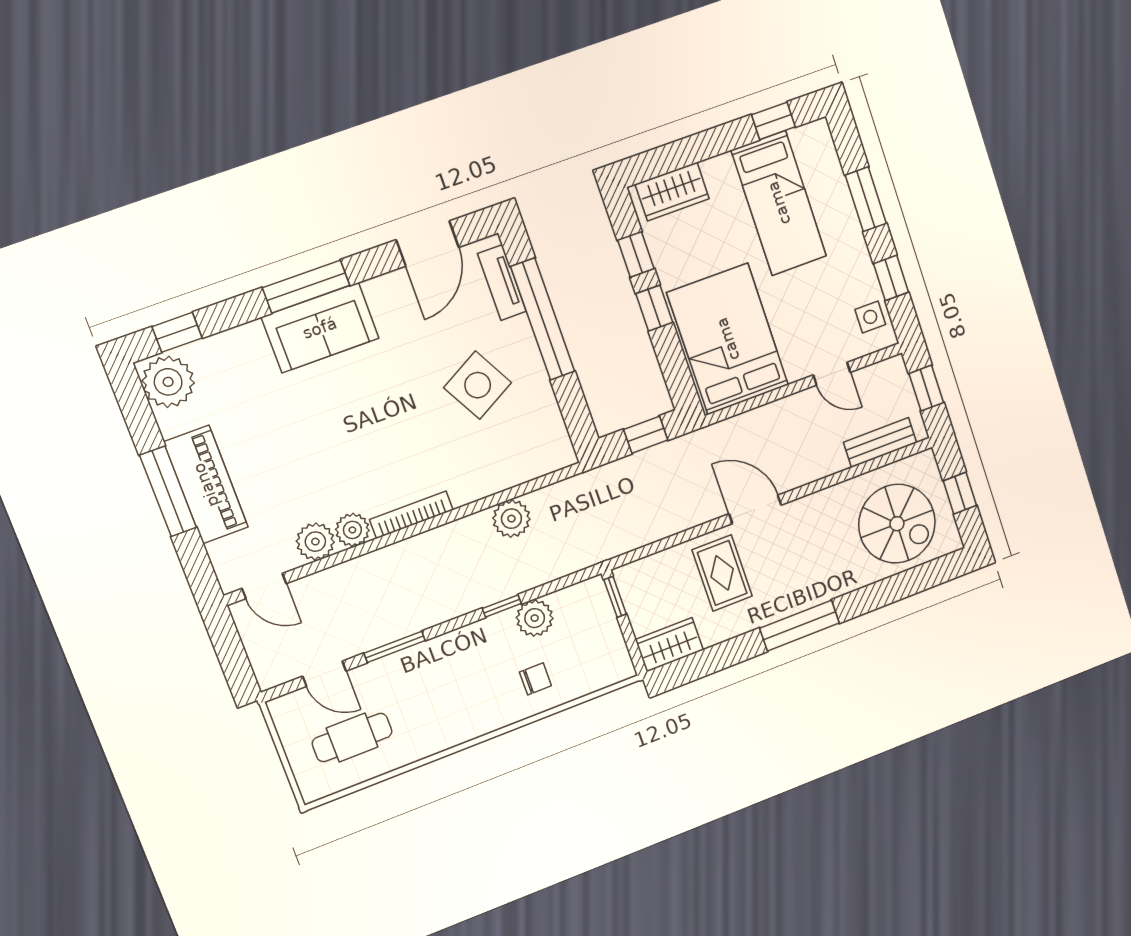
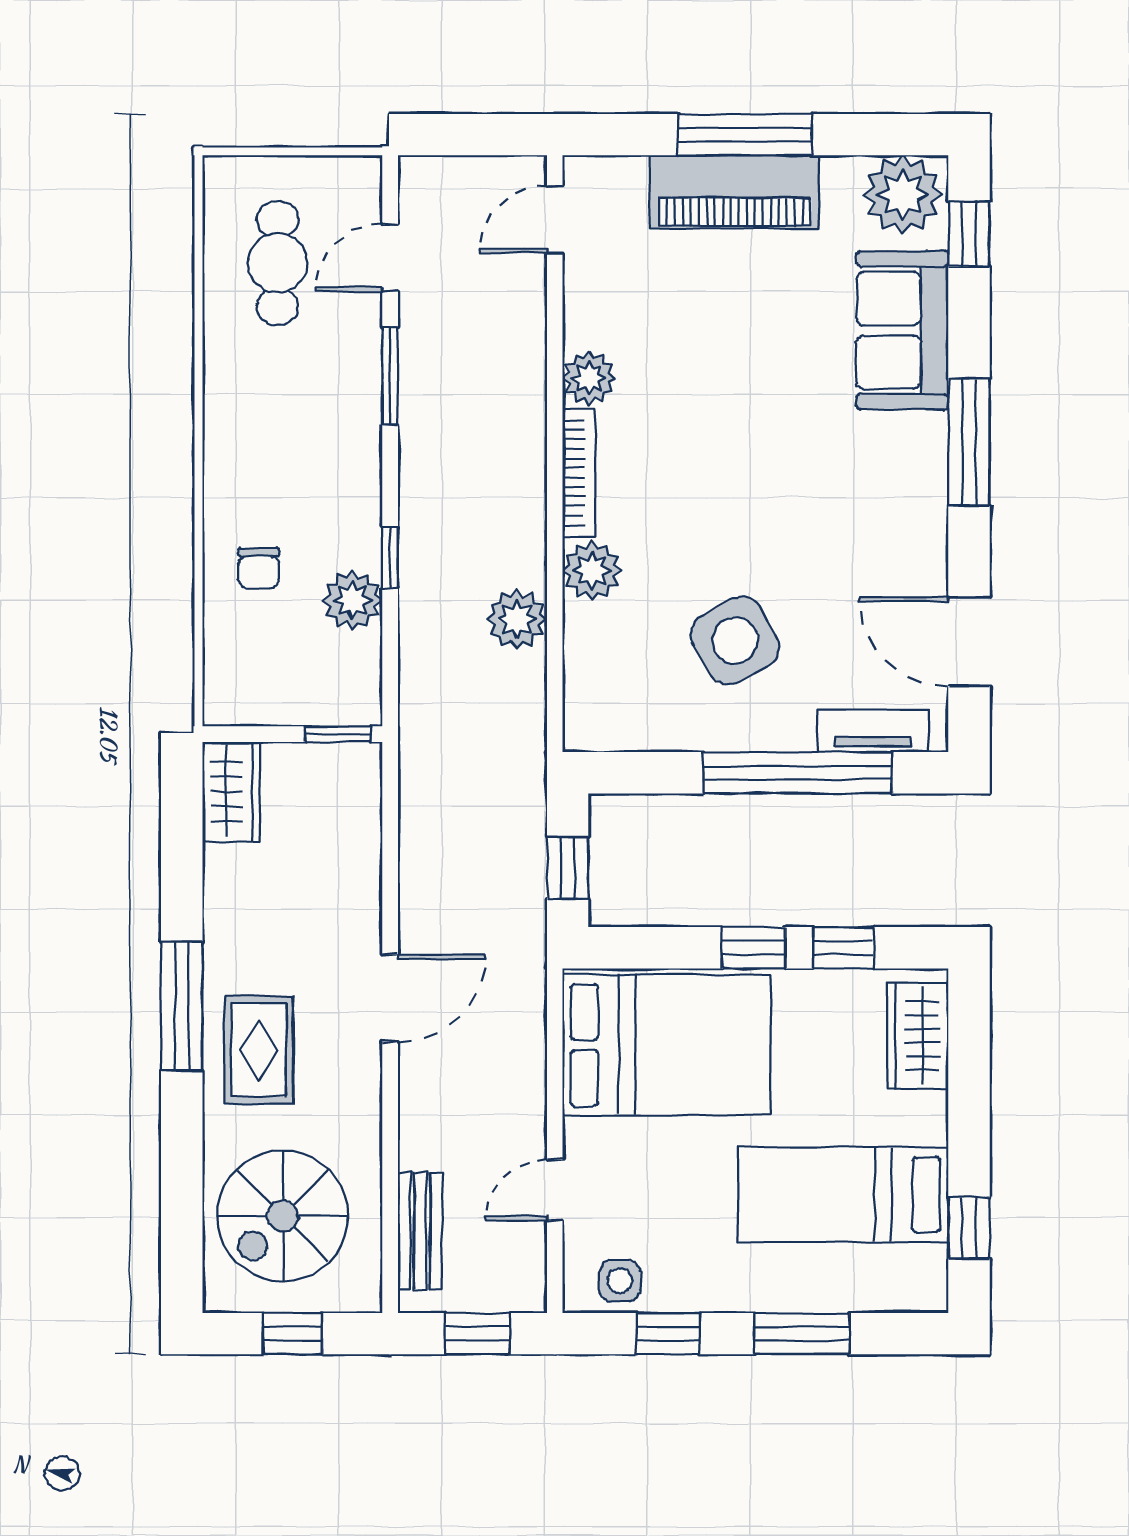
sofa: (320, 328) -> (902, 330), moved
plant: (315, 542) -> (592, 570), moved
rug: (722, 573) -> (259, 1050), moved, turned 90

